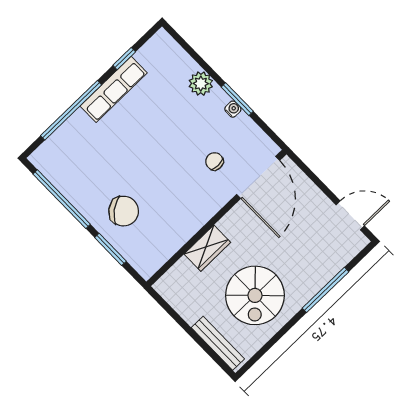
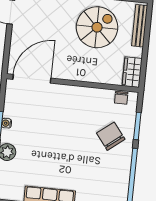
chair: (214, 161) -> (121, 98), moved
wardrobe: (207, 248) -> (132, 72), moved, turned -90

